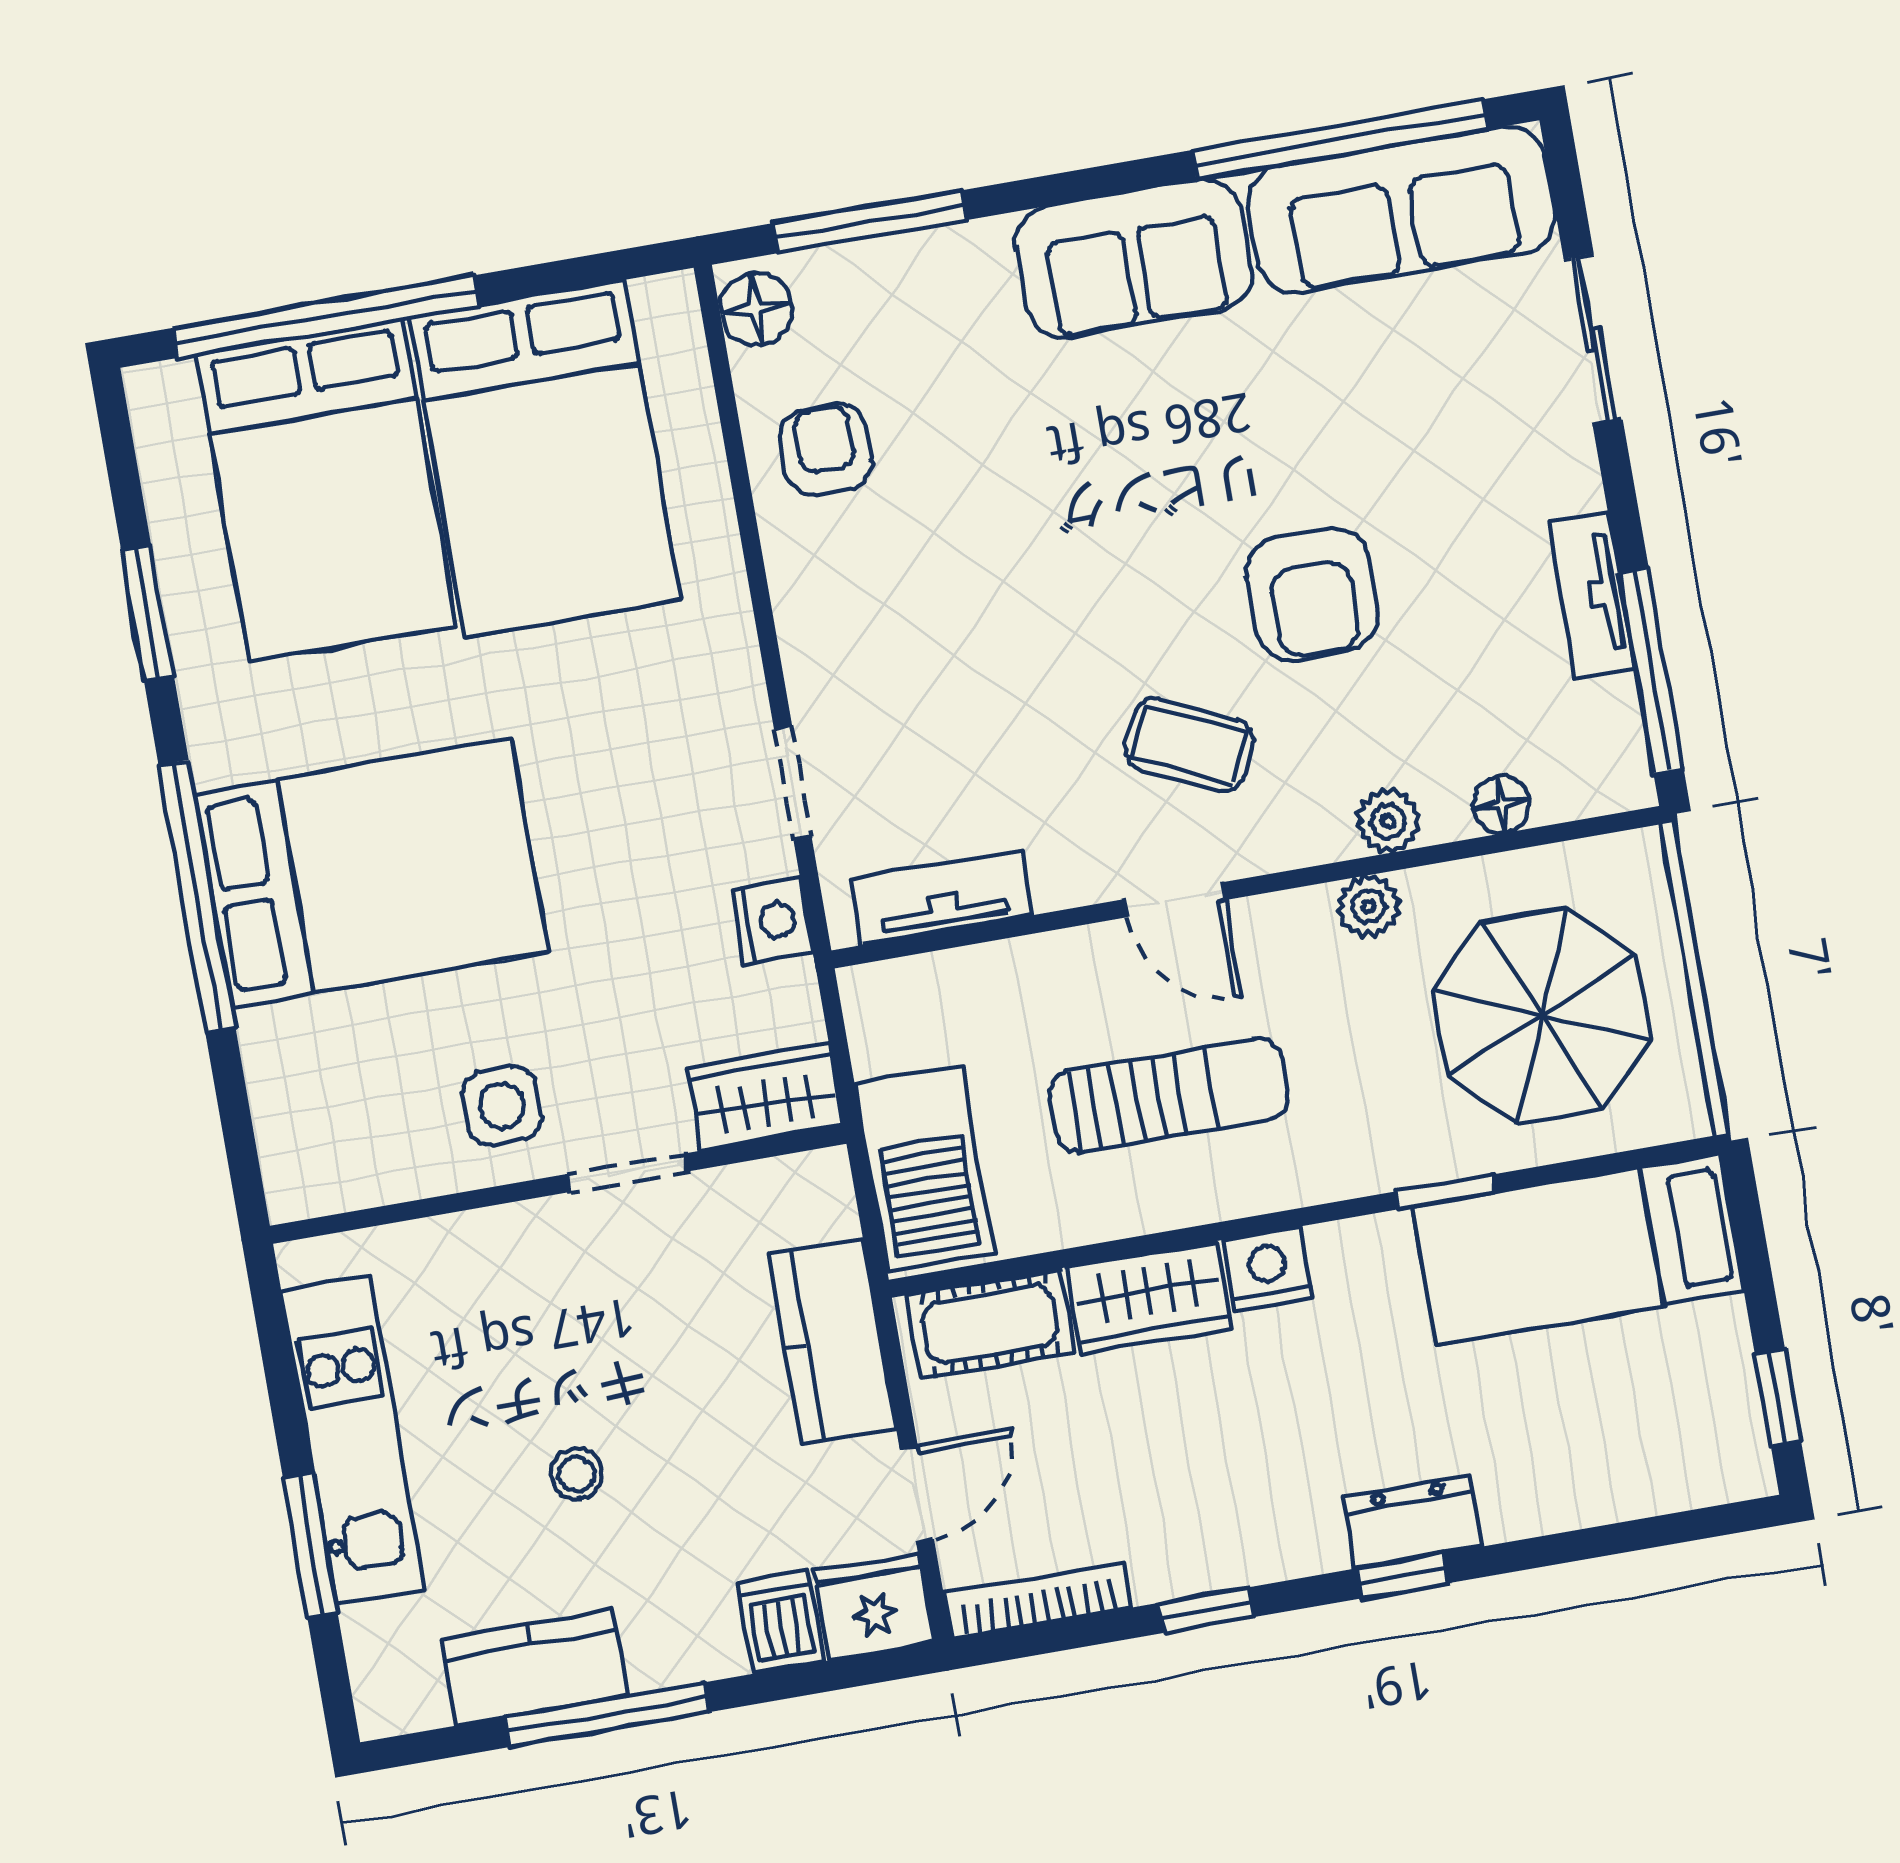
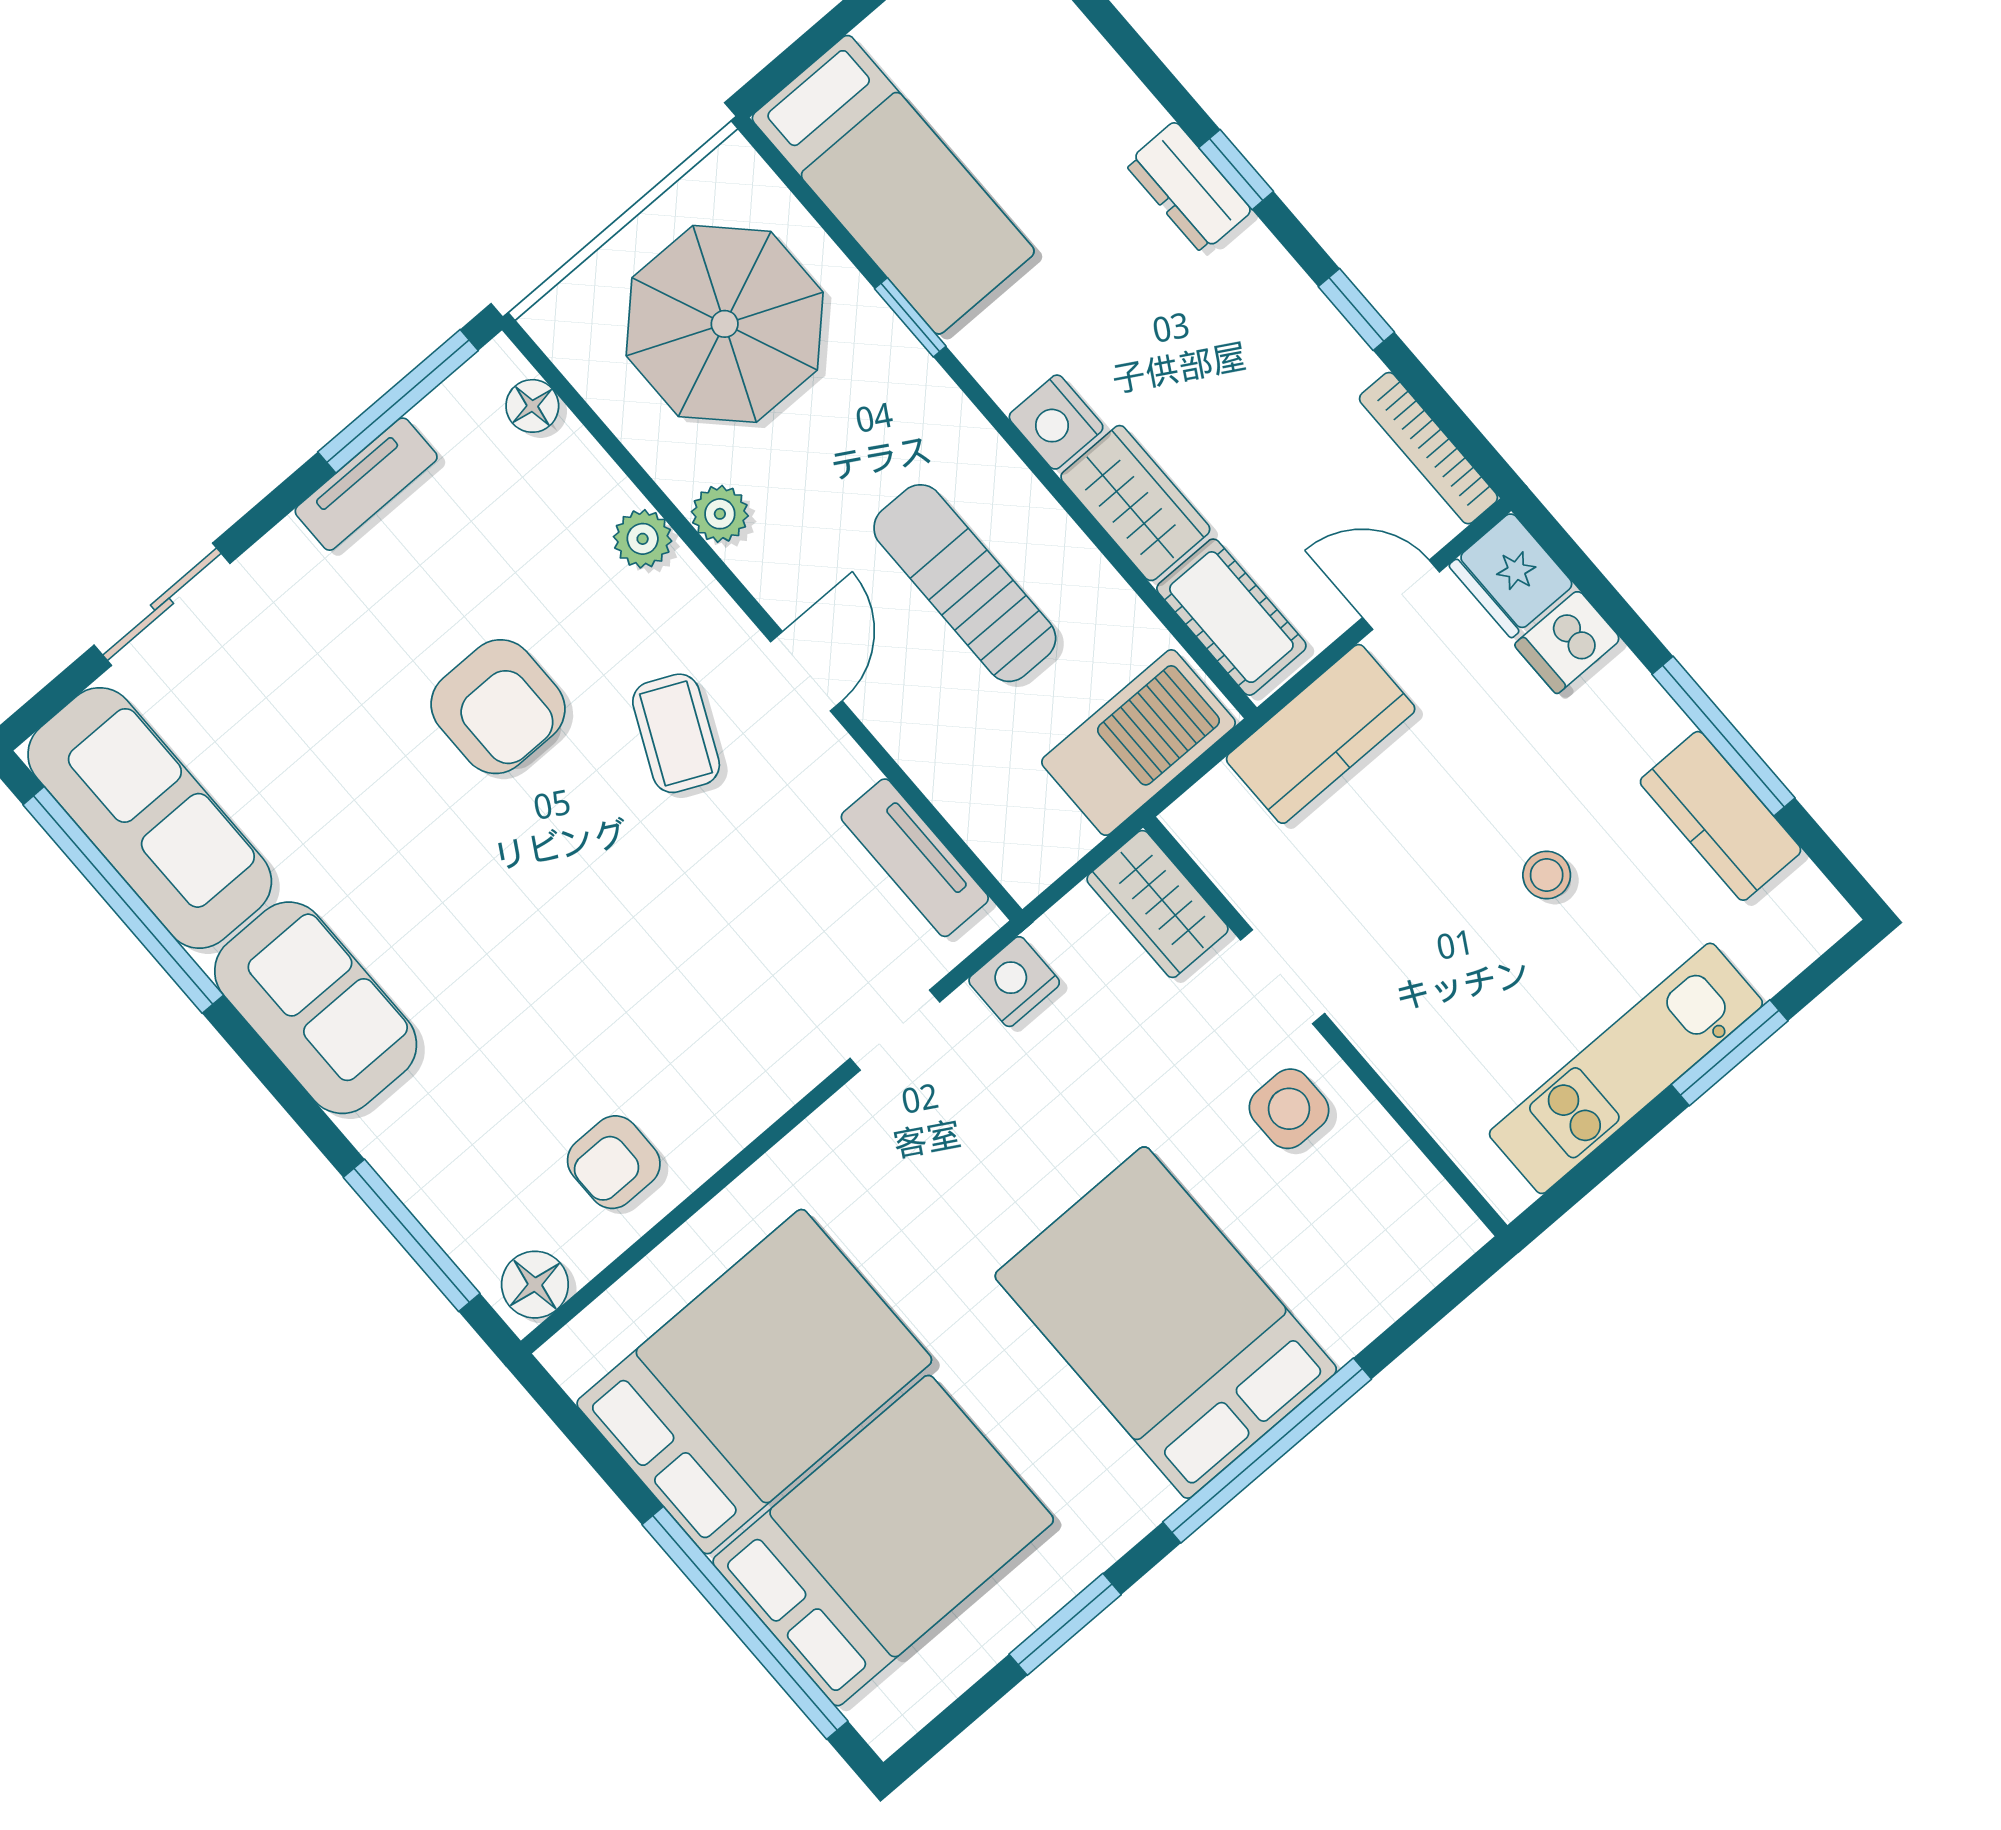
armchair: (1312, 594) -> (498, 707), turned 90
floor lamp: (1501, 805) -> (532, 406), moved

